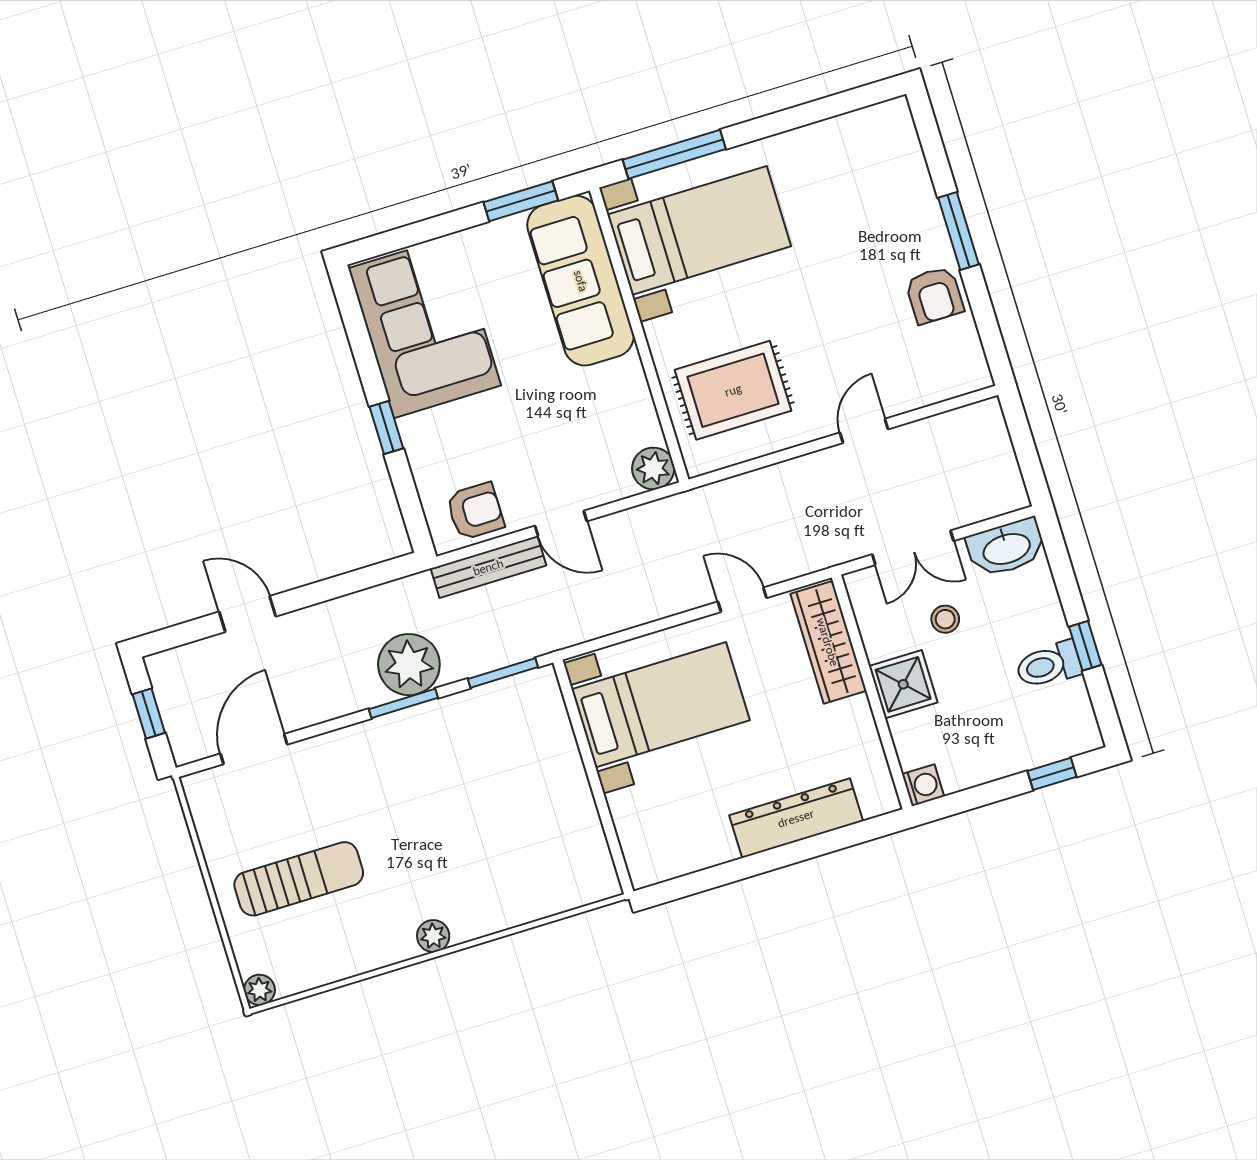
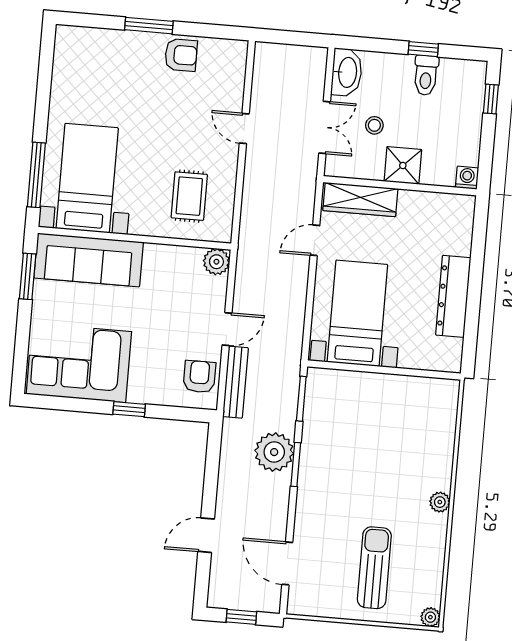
rug: (733, 390) -> (189, 196), width x0.73, depth x0.70
dresser: (796, 818) -> (453, 296), moved

